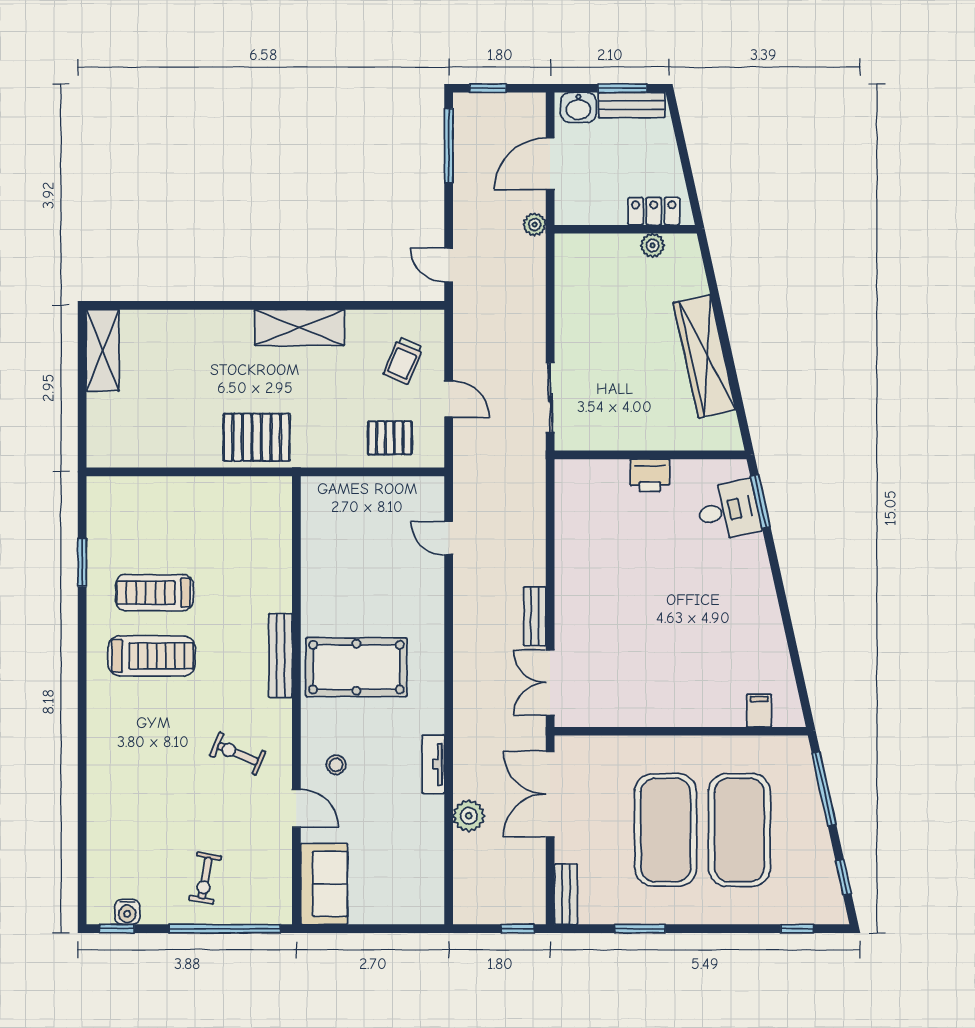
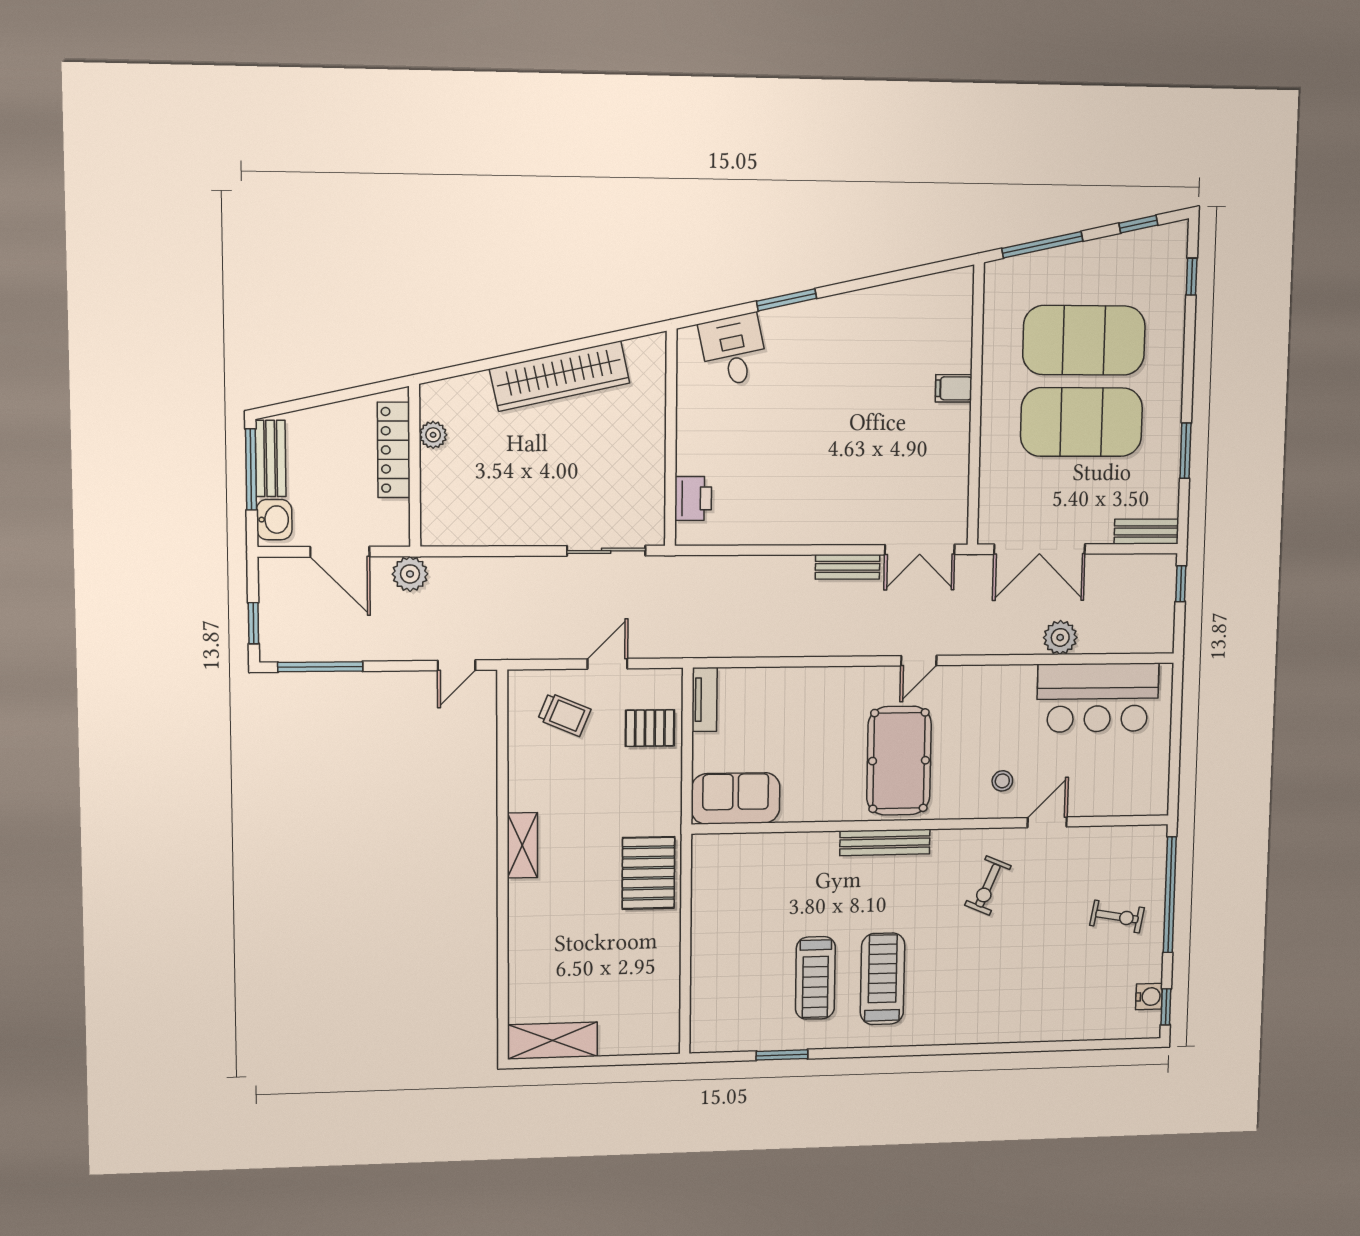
window: (622, 88) -> (251, 469), width x1.44
locker: (654, 211) -> (394, 450), width x1.53
plant: (535, 225) -> (410, 574), width x1.38, depth x1.38
shelving: (300, 328) -> (522, 845), width x0.67, depth x0.75
pallet: (390, 438) -> (650, 728), turned 90
printer: (650, 475) -> (693, 498), moved
window: (760, 501) -> (787, 300), moved
door: (449, 538) -> (919, 661), moved
filing cabinet: (759, 711) -> (954, 388), moved
tv unit: (433, 764) -> (704, 700), moved, turned -90
bar counter: (413, 853) -> (1098, 698), added
sofa: (324, 884) -> (736, 798), moved

